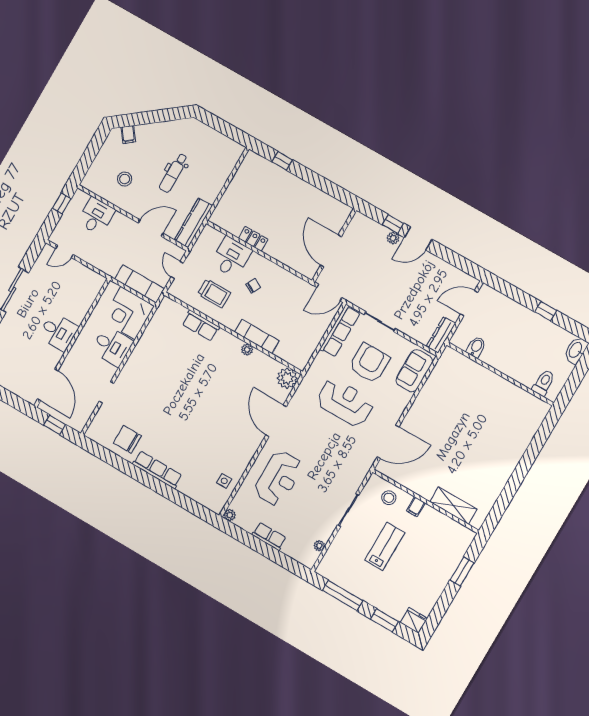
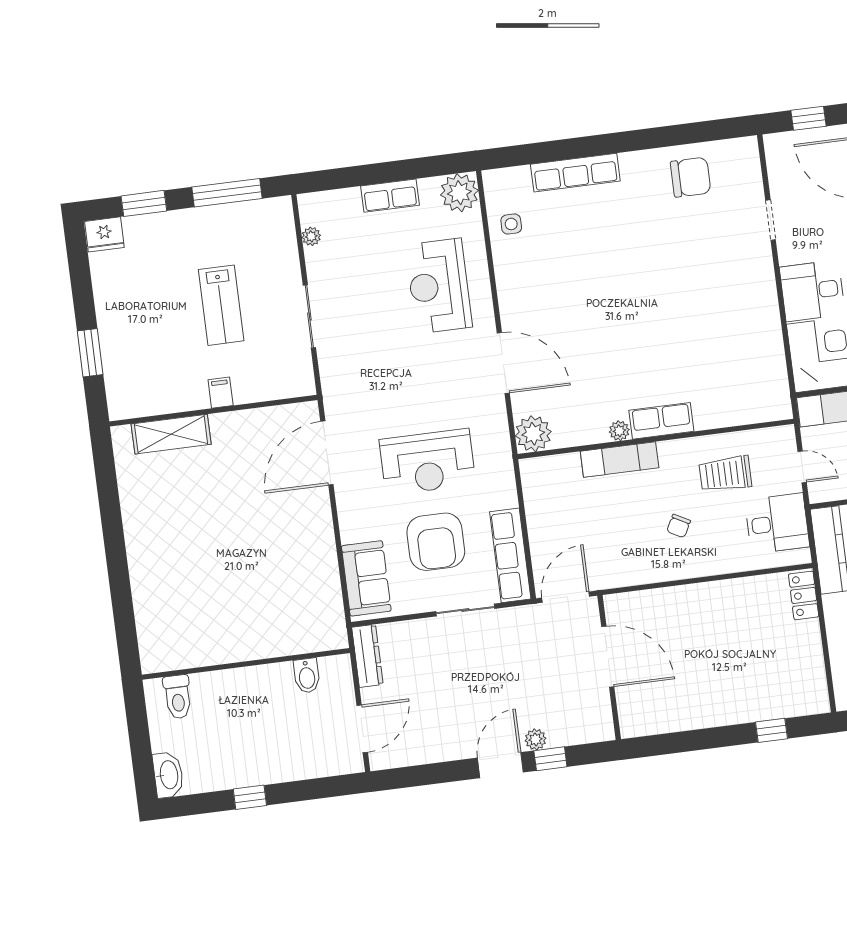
locker: (253, 239) -> (804, 595), moved, turned 90
desk: (231, 257) -> (777, 523), moved, turned -90
row of seats: (201, 326) -> (661, 421), moved
row of seats: (157, 470) -> (575, 173), moved
stool: (389, 498) -> (267, 377), removed
plant: (230, 515) -> (459, 193), width x1.88, depth x1.88

